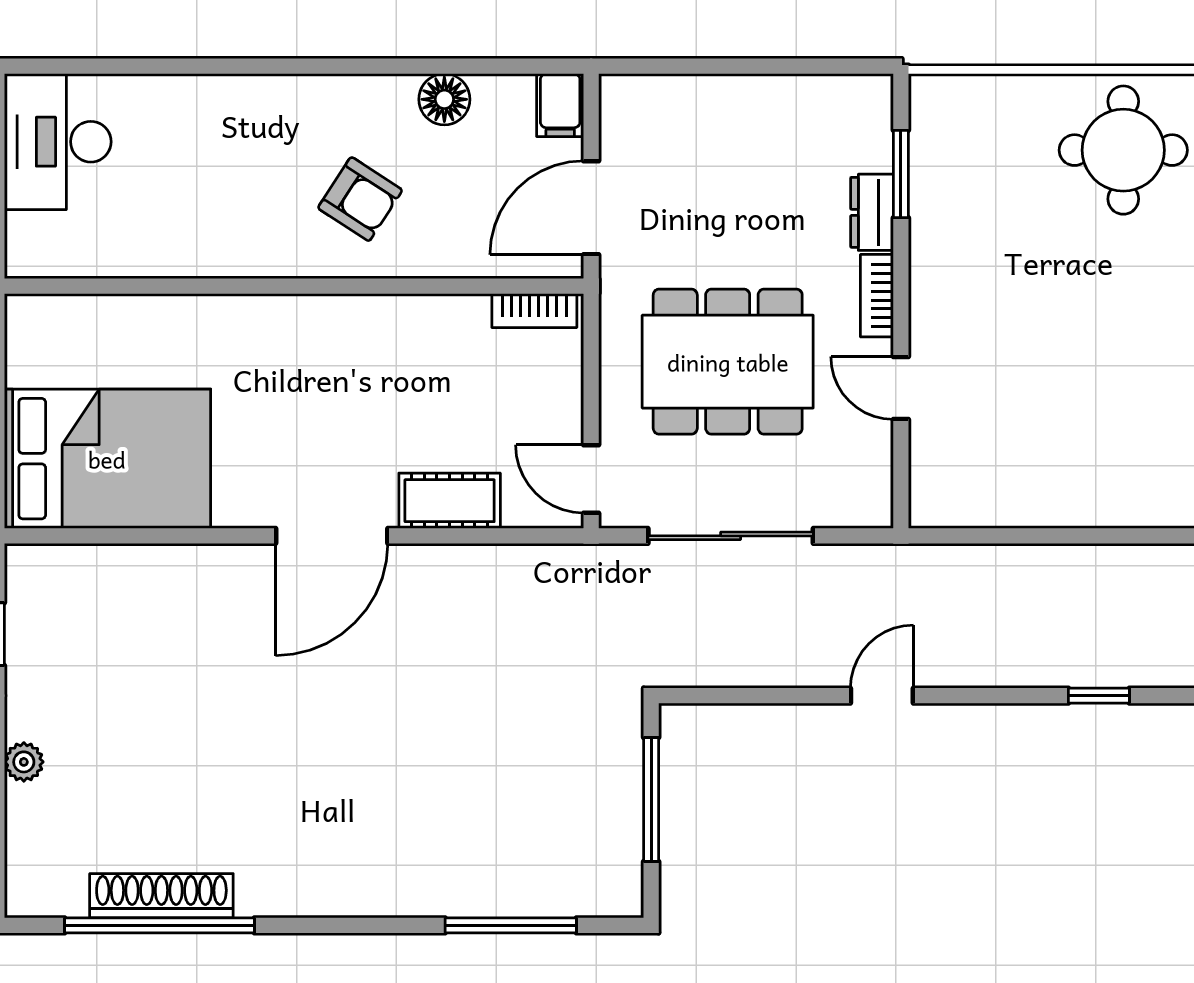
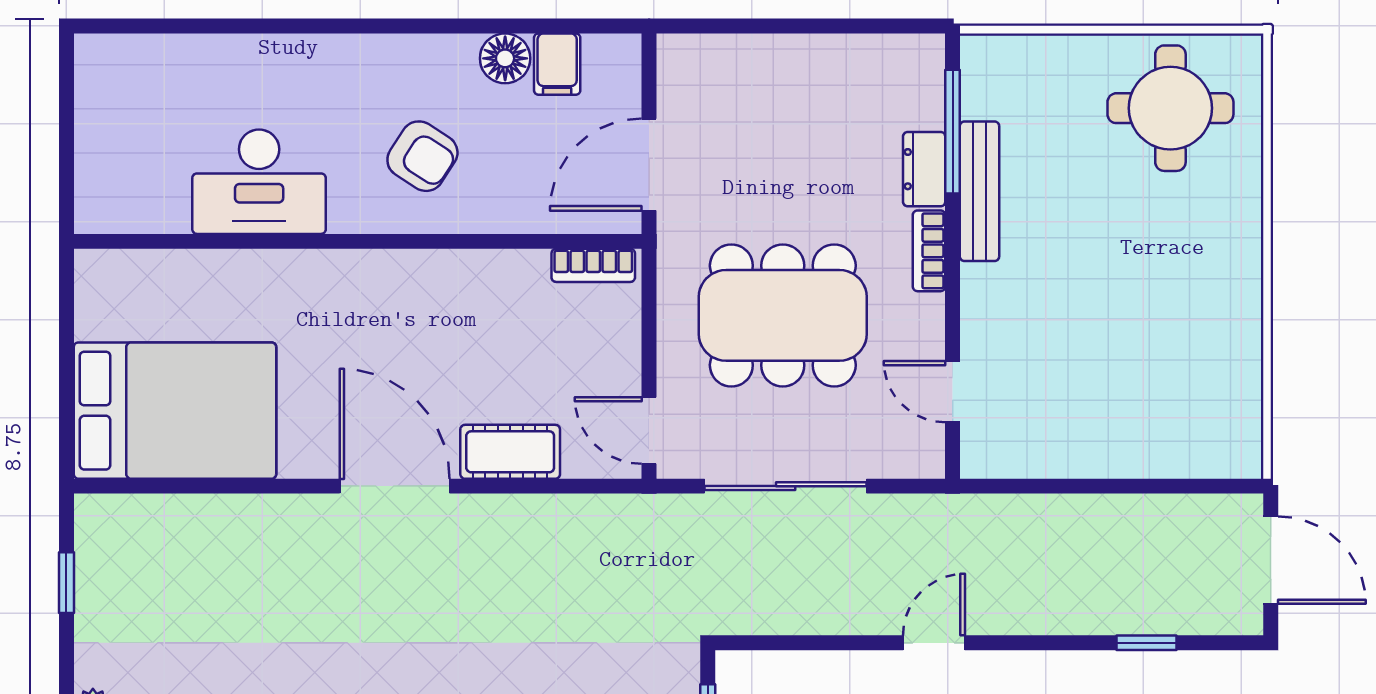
filing cabinet: (560, 105) -> (557, 64), moved
desk: (58, 142) -> (259, 182), moved, turned -90
window: (901, 174) -> (953, 132), width x1.44
bench: (928, 235) -> (979, 191), added
door: (901, 388) -> (953, 392), moved
door: (332, 536) -> (395, 486), swing flipped

